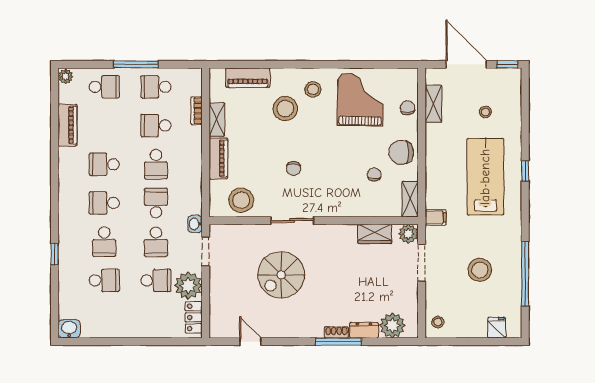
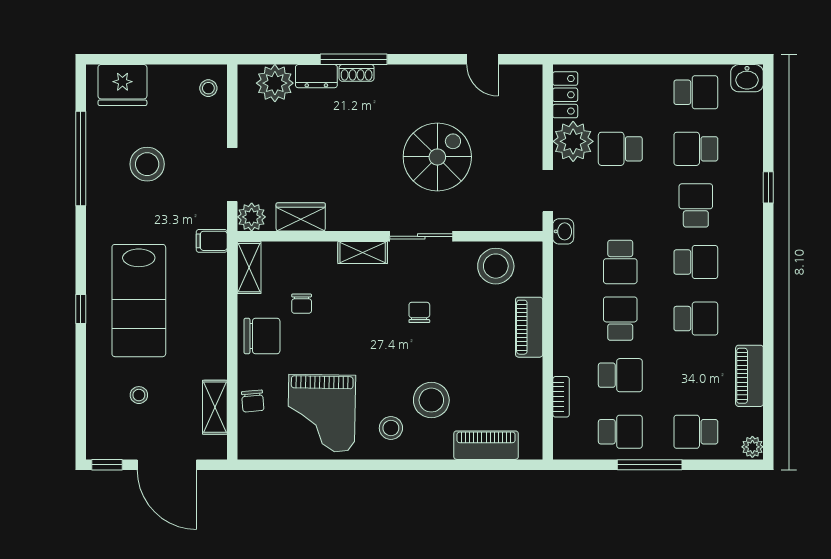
shelving: (217, 119) -> (363, 253), moved, turned 90
school desk: (156, 242) -> (696, 92), moved, turned 90
fridge: (497, 328) -> (122, 85), width x1.88, depth x1.34

